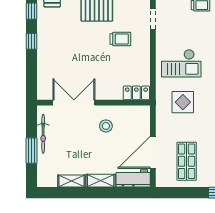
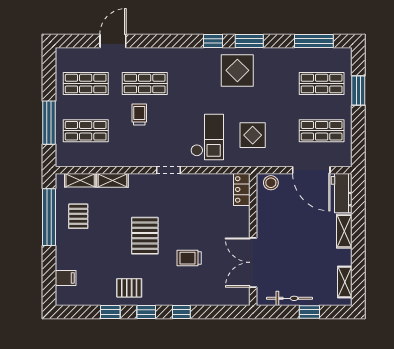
doorway: (153, 19) -> (168, 170), moved
trolley: (120, 39) -> (189, 258), moved, turned -90
stool: (106, 126) -> (271, 183), moved
window: (31, 151) -> (309, 312), width x0.67
shelving: (71, 181) -> (345, 282), moved

